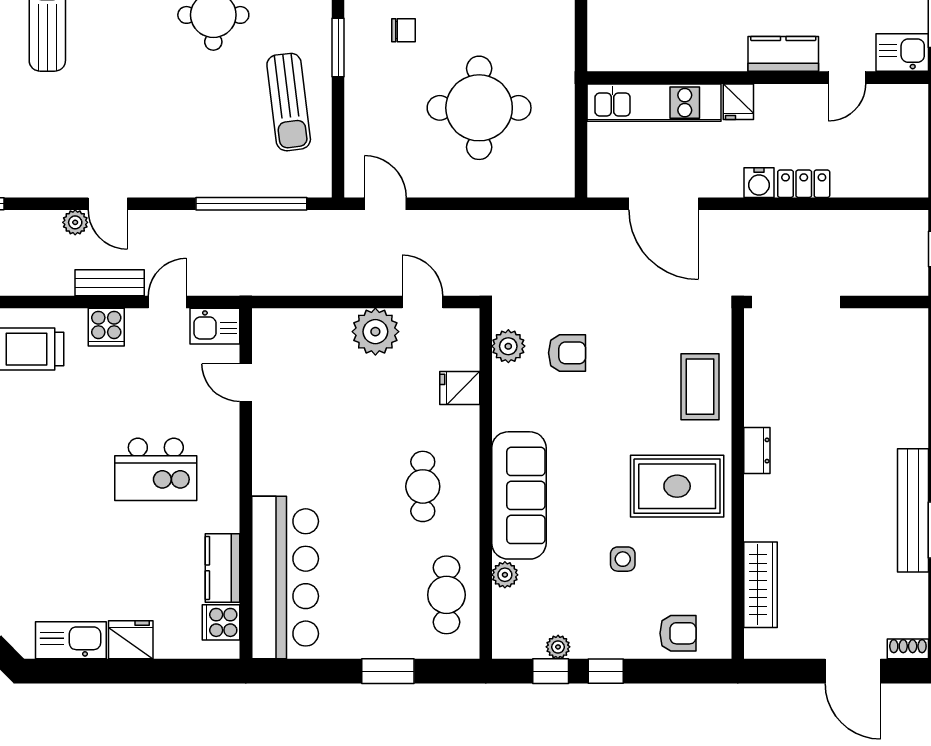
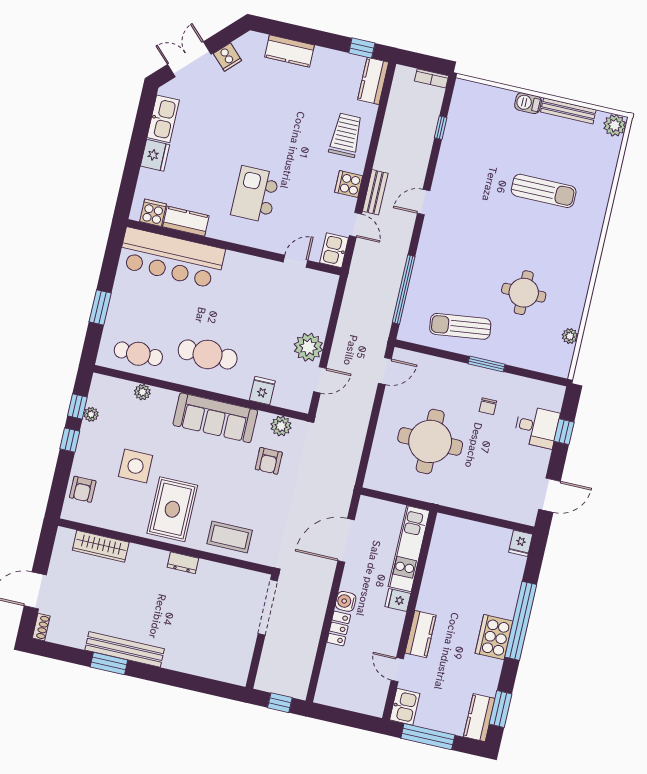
plant: (75, 222) -> (417, 180), removed
cafe table: (423, 486) -> (208, 354), width x1.37, depth x1.35
sofa: (519, 495) -> (215, 418), moved
side table: (623, 559) -> (136, 466), width x1.87, depth x1.87

